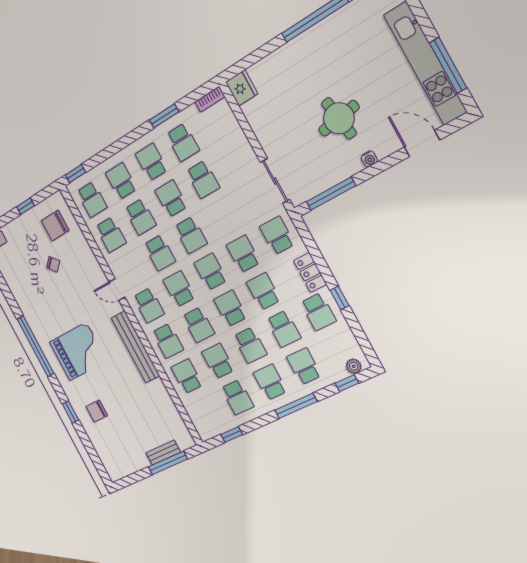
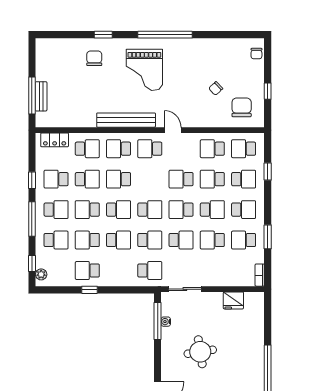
fridge: (242, 88) -> (233, 300), moved
water cooler: (369, 159) -> (166, 322), moved
window: (75, 174) -> (268, 172), moved
locker: (310, 272) -> (55, 140), moved, turned 180
door: (117, 289) -> (173, 130), hinge flipped
school desk: (179, 289) -> (181, 240), moved
window: (232, 434) -> (32, 180), moved

